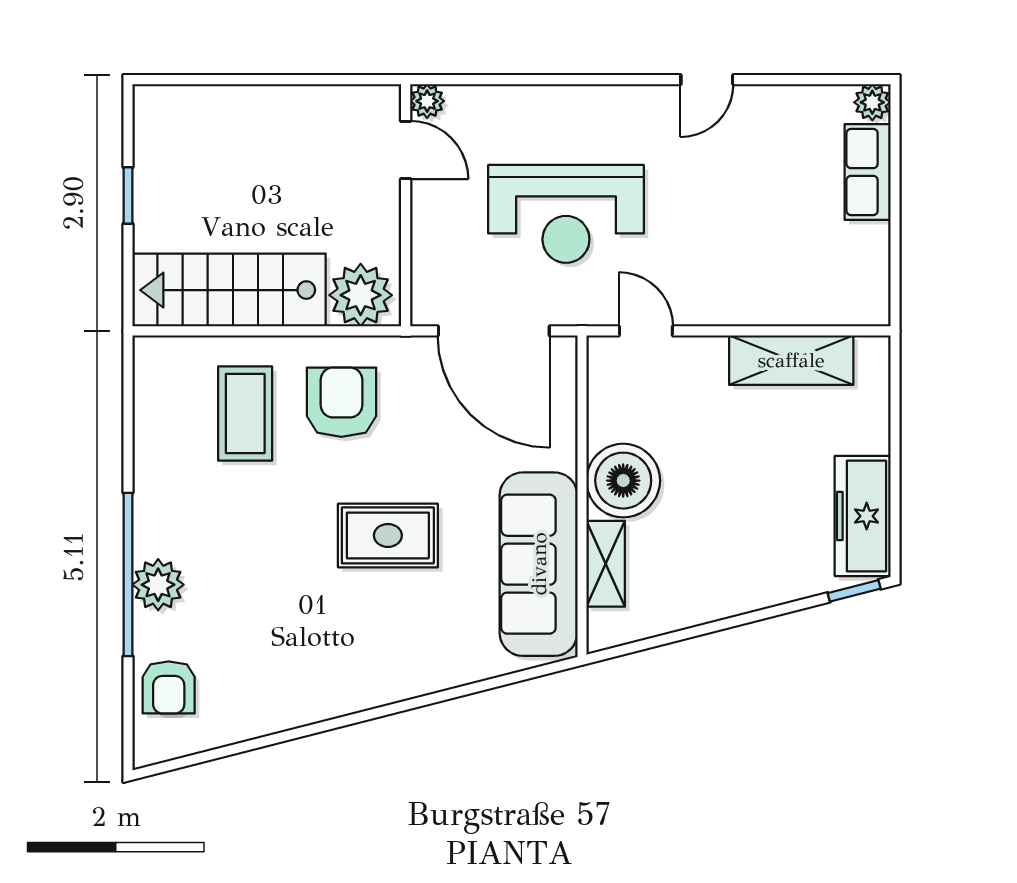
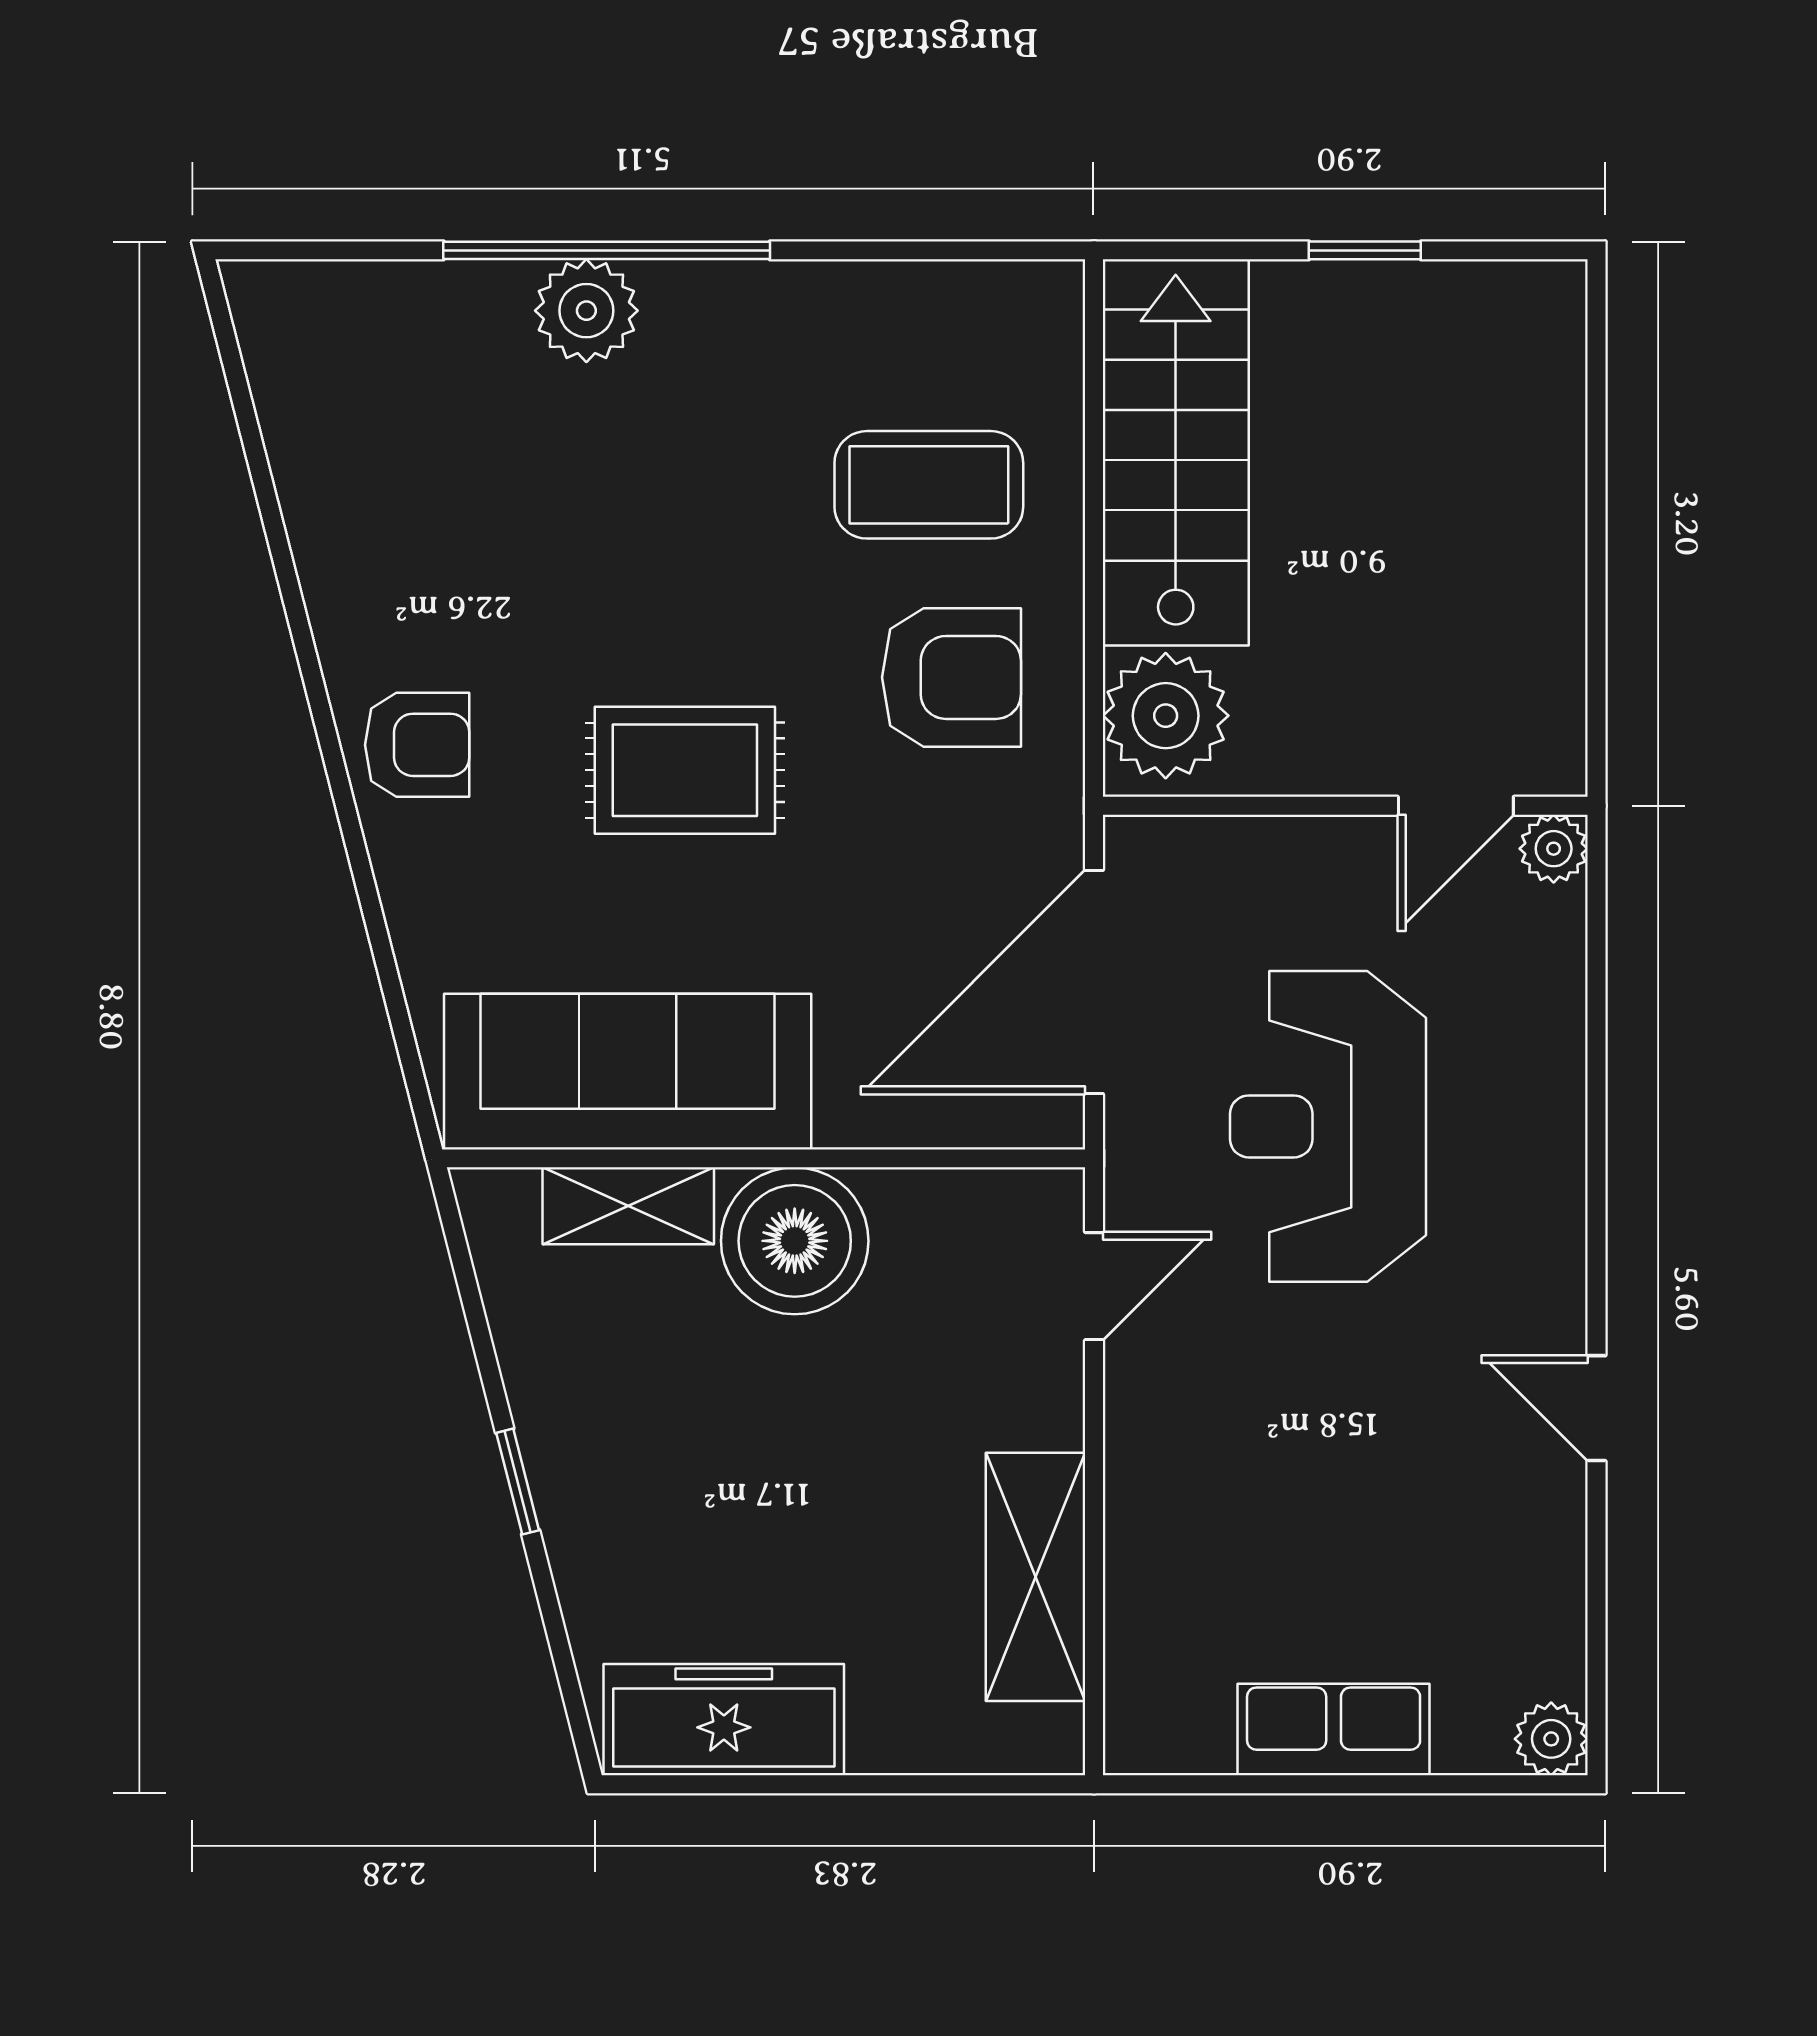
row of seats: (868, 172) -> (1334, 1730), moved
rug: (388, 535) -> (685, 770), turned 90
window: (854, 591) -> (518, 1482), moved
armchair: (169, 687) -> (417, 745), moved, turned 180

